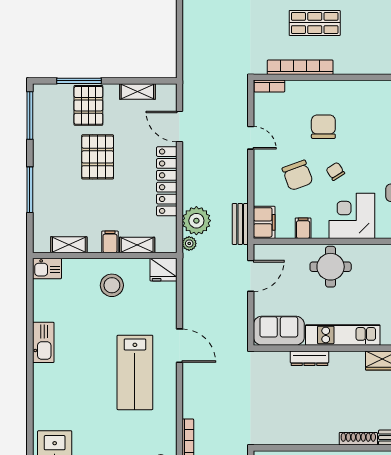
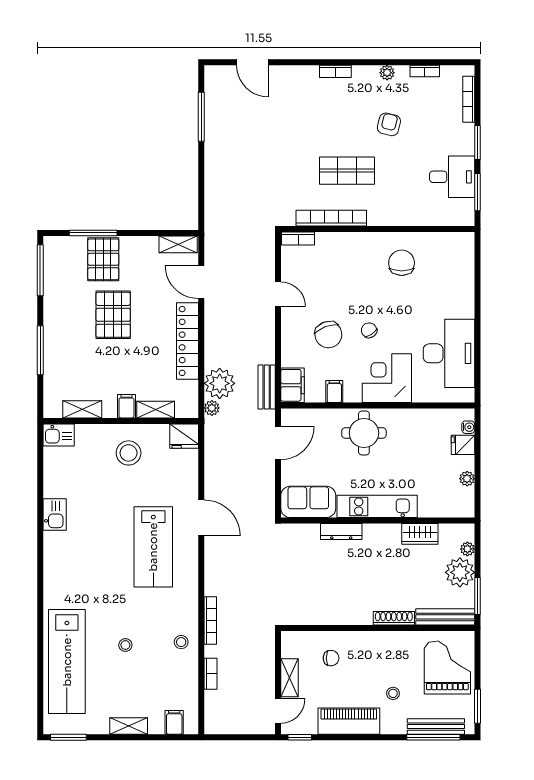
shelving: (137, 92) -> (178, 244), moved
chair: (323, 127) -> (402, 263), moved
kitchen sink: (43, 342) -> (55, 514), width x0.73

